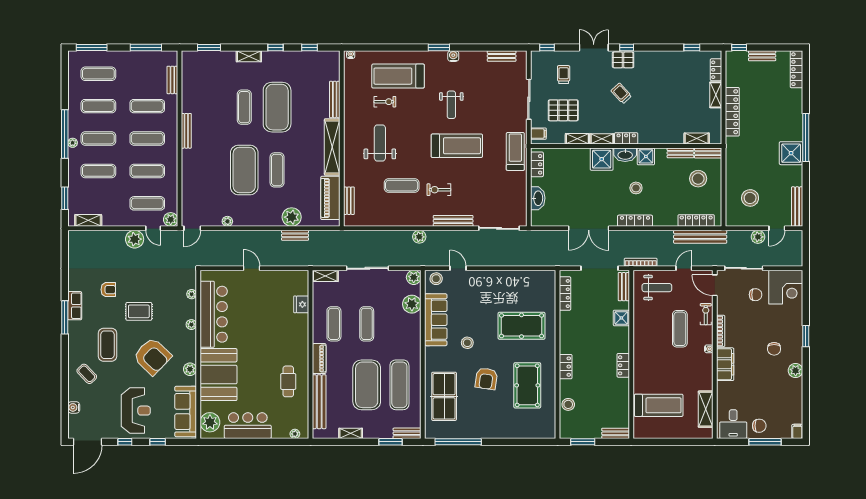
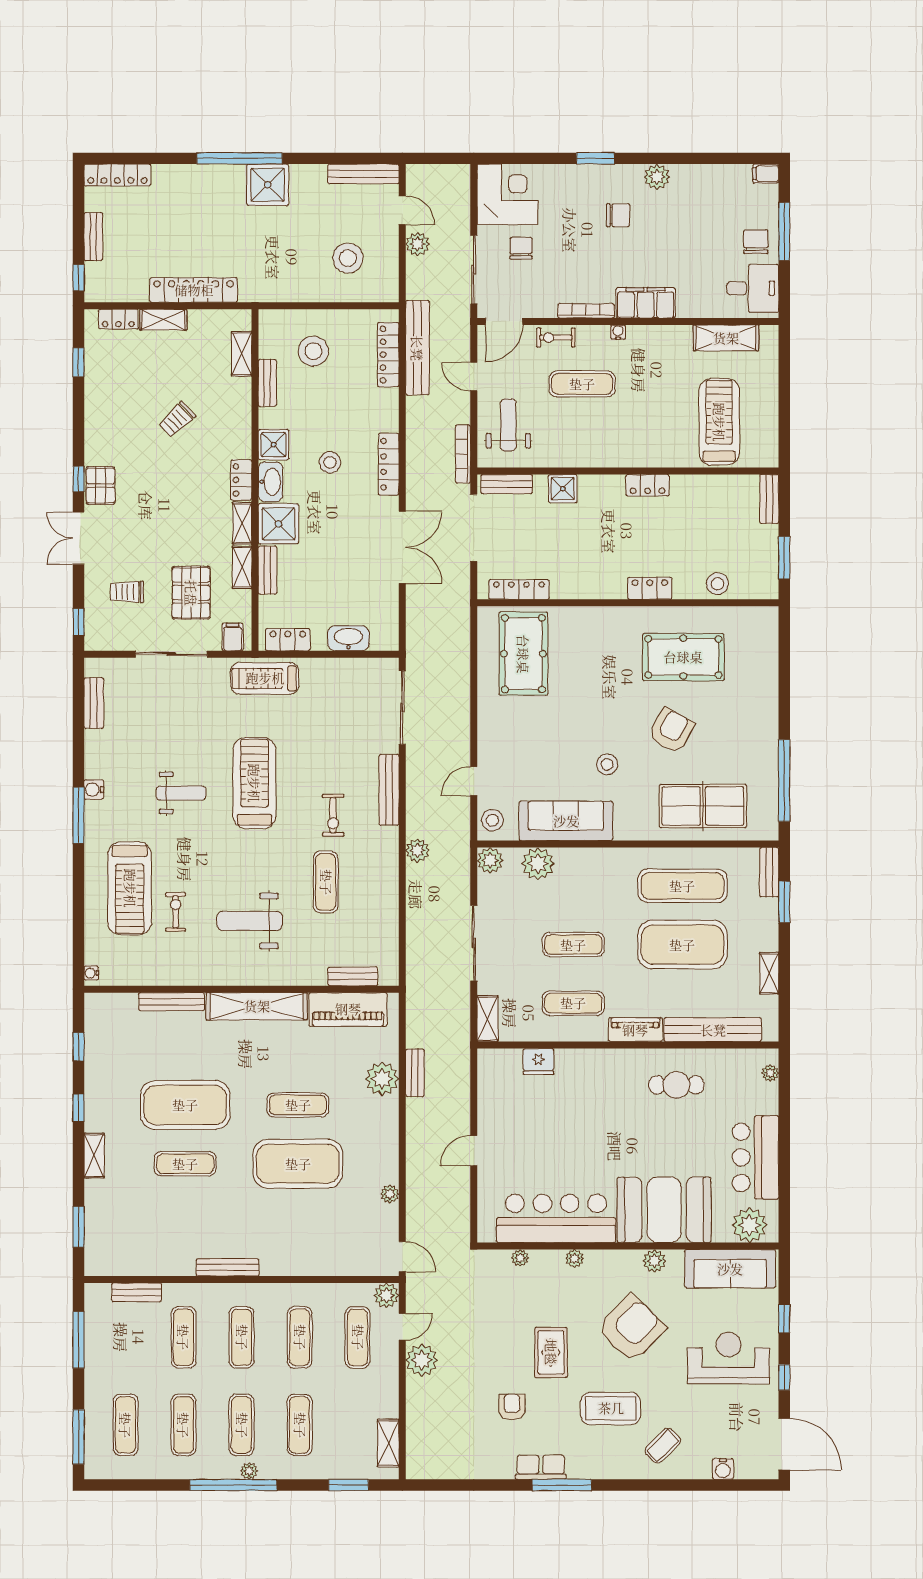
window: (439, 47) -> (78, 815), width x1.44
trolley: (621, 93) -> (177, 420), moved
bench: (708, 153) -> (267, 570), moved
pool table: (522, 326) -> (523, 654), moved
armchair: (486, 379) -> (671, 730), turned -69

